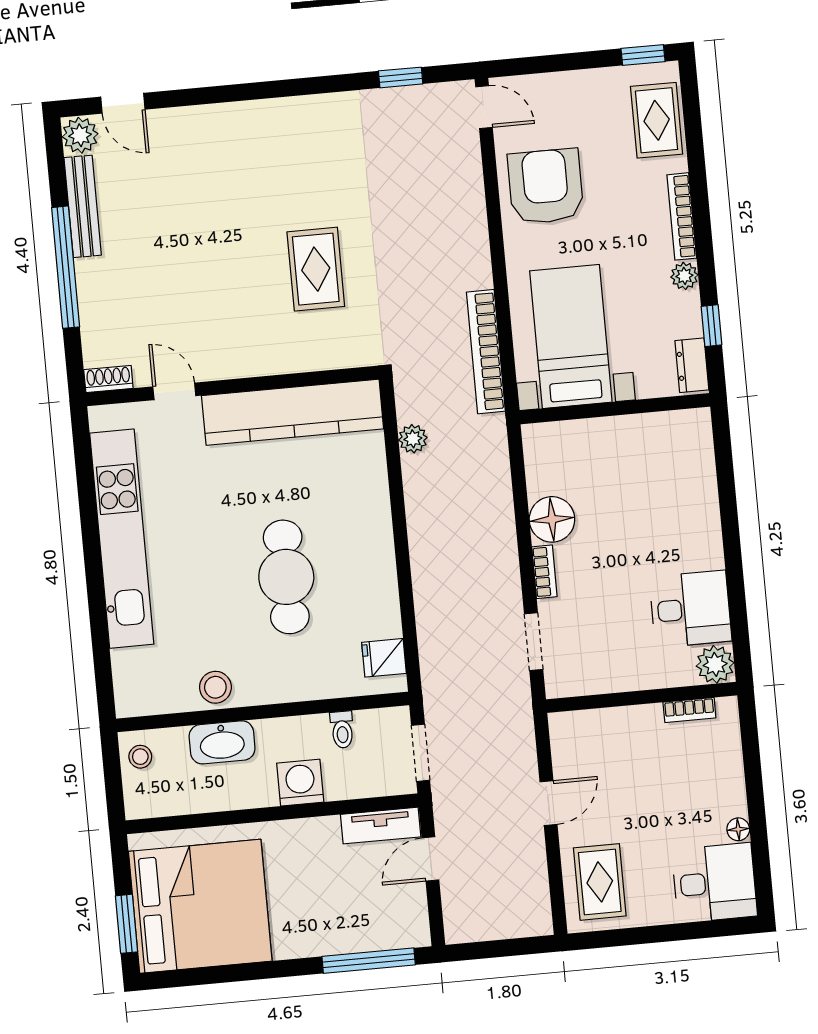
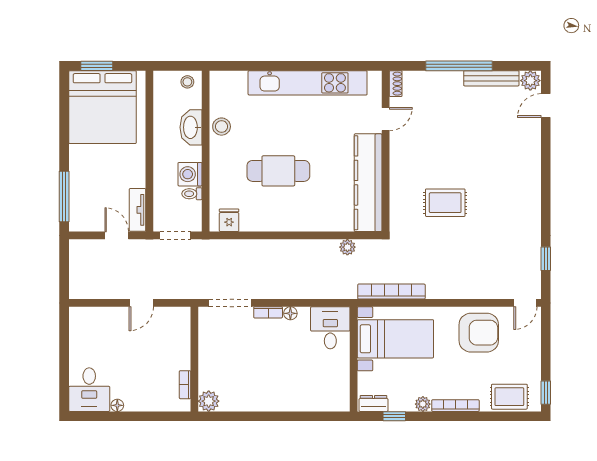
floor lamp: (552, 519) -> (290, 313), width x0.53, depth x0.53
desk: (691, 609) -> (330, 328), moved, turned 180
doorway: (534, 642) -> (230, 303), width x1.38
washing machine: (300, 783) -> (190, 174), moved, turned 180
door: (549, 803) -> (141, 303), hinge flipped
rug: (600, 882) -> (96, 327), removed

